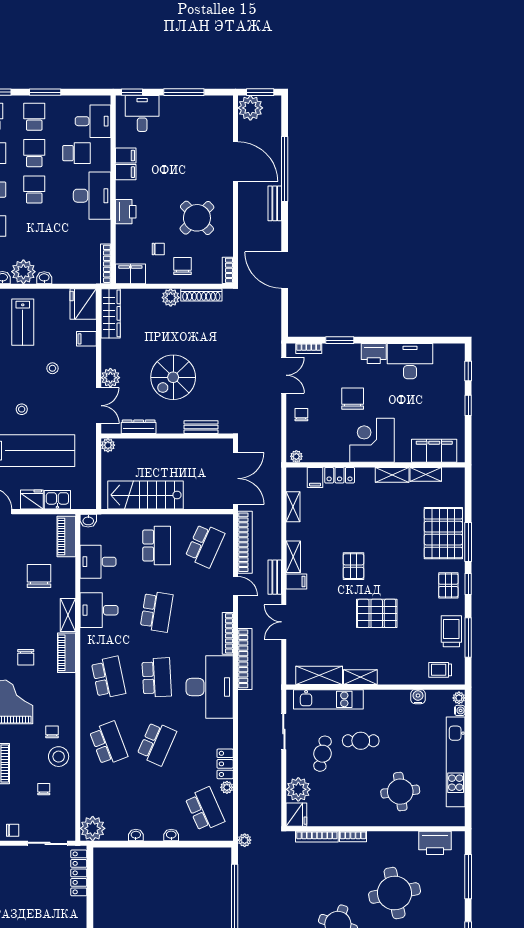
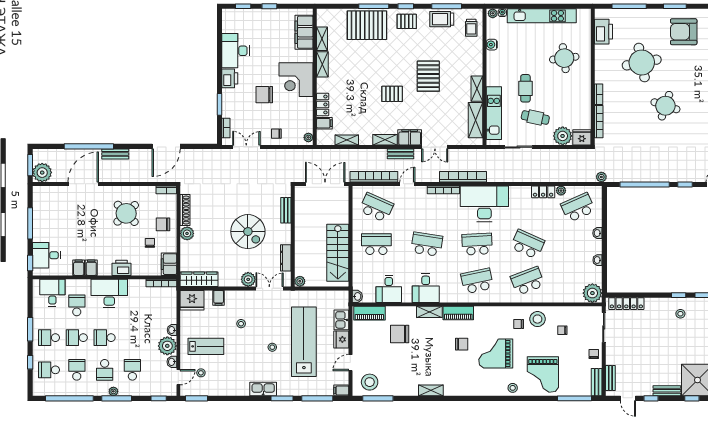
filing cabinet: (296, 581) -> (410, 137), width x2.00

